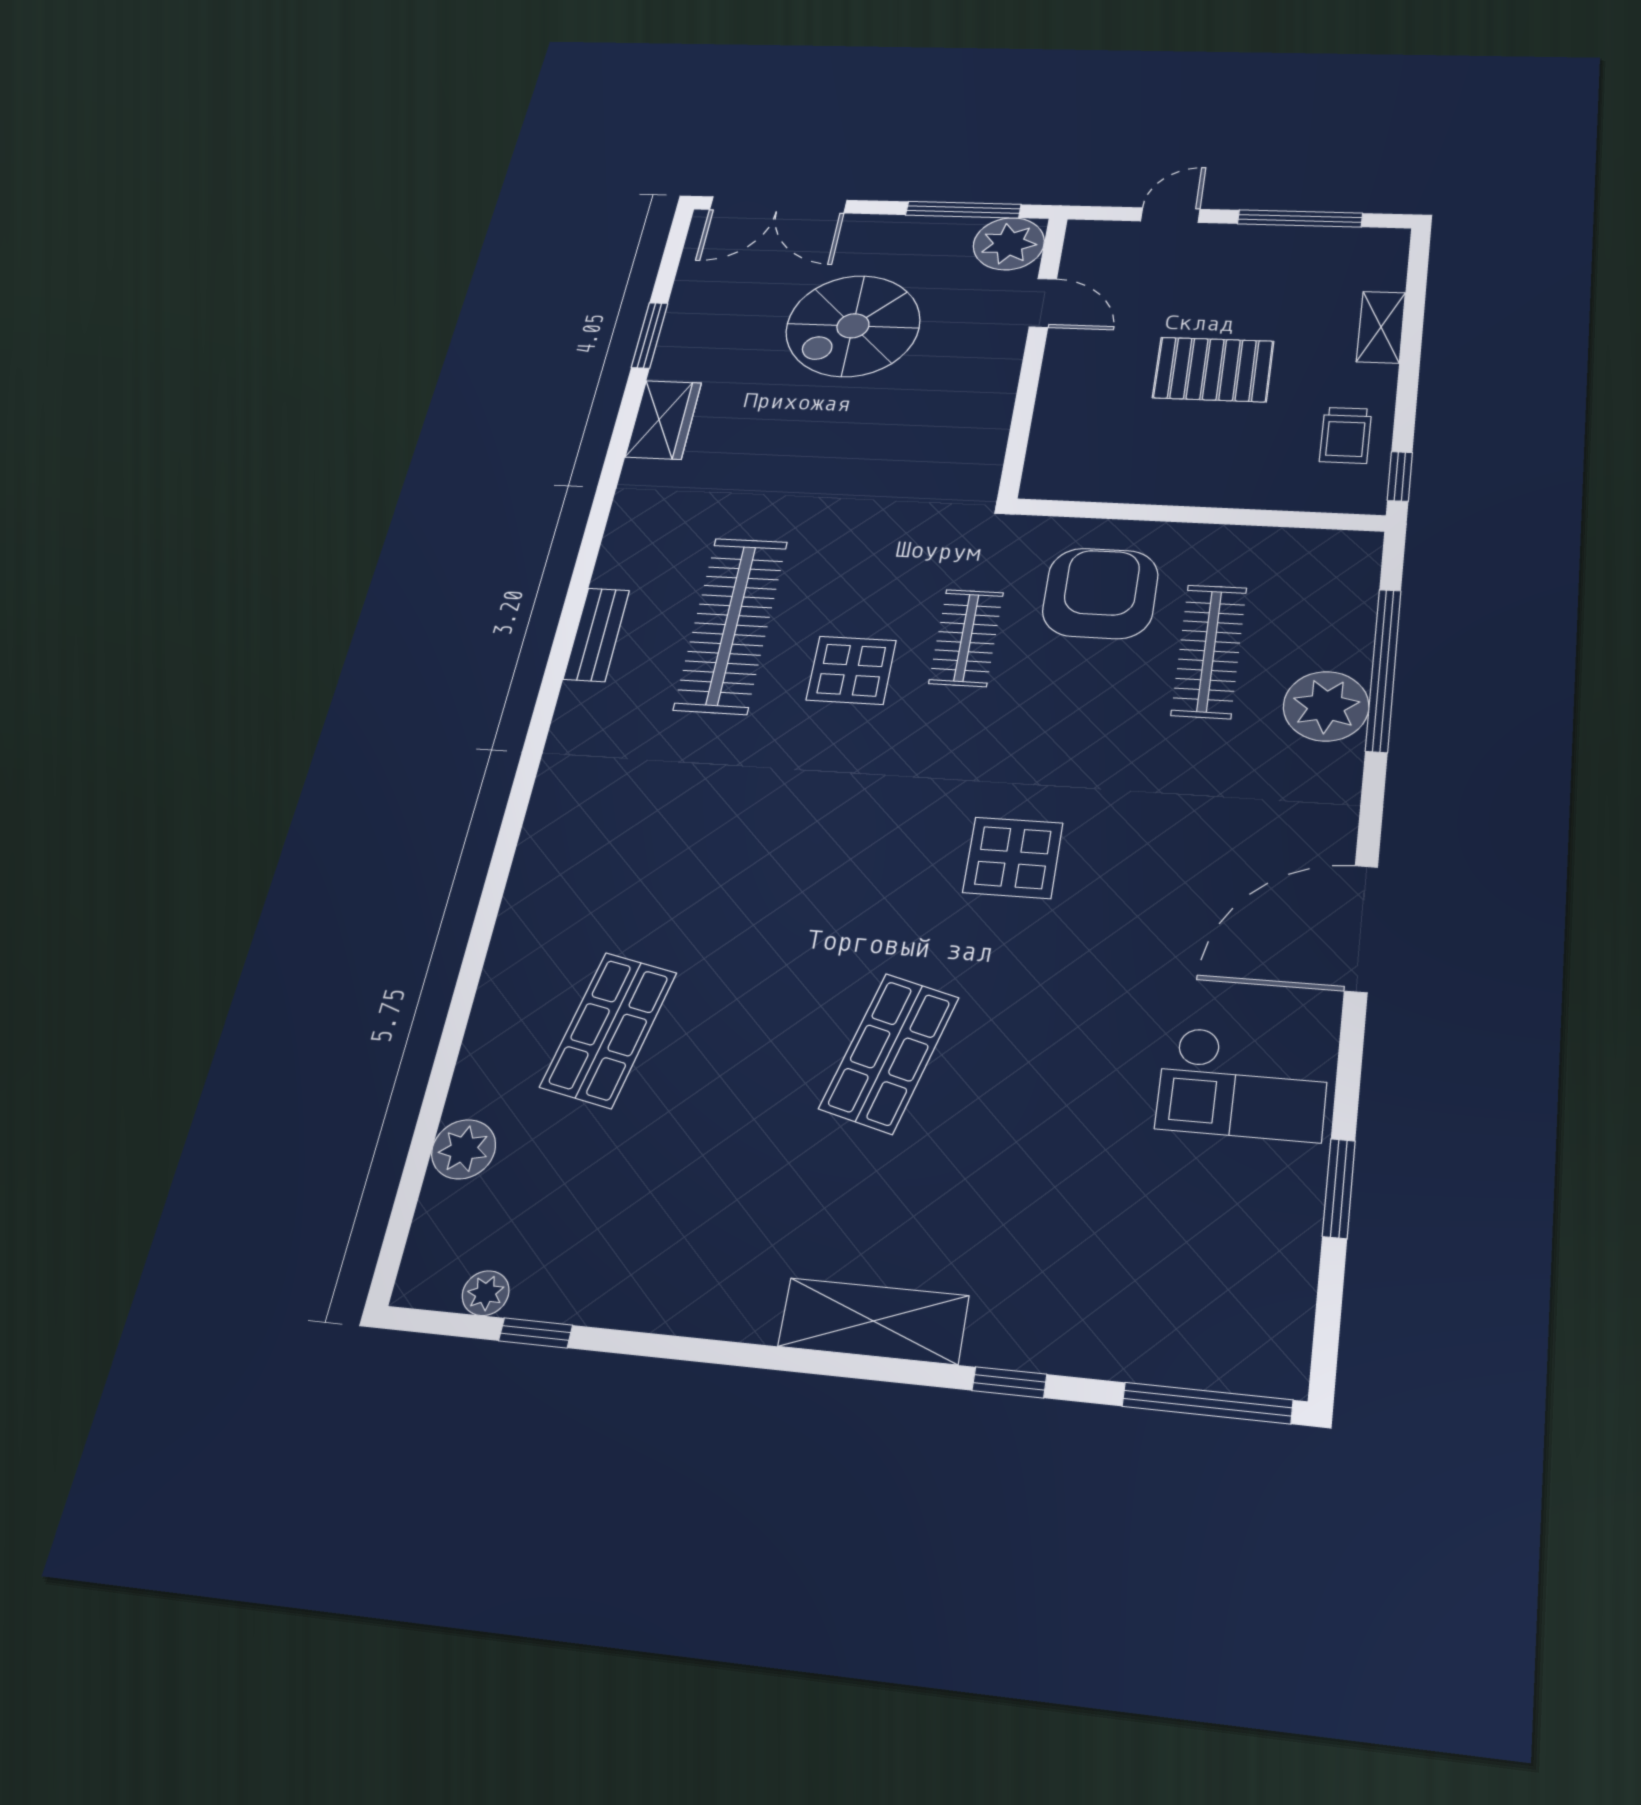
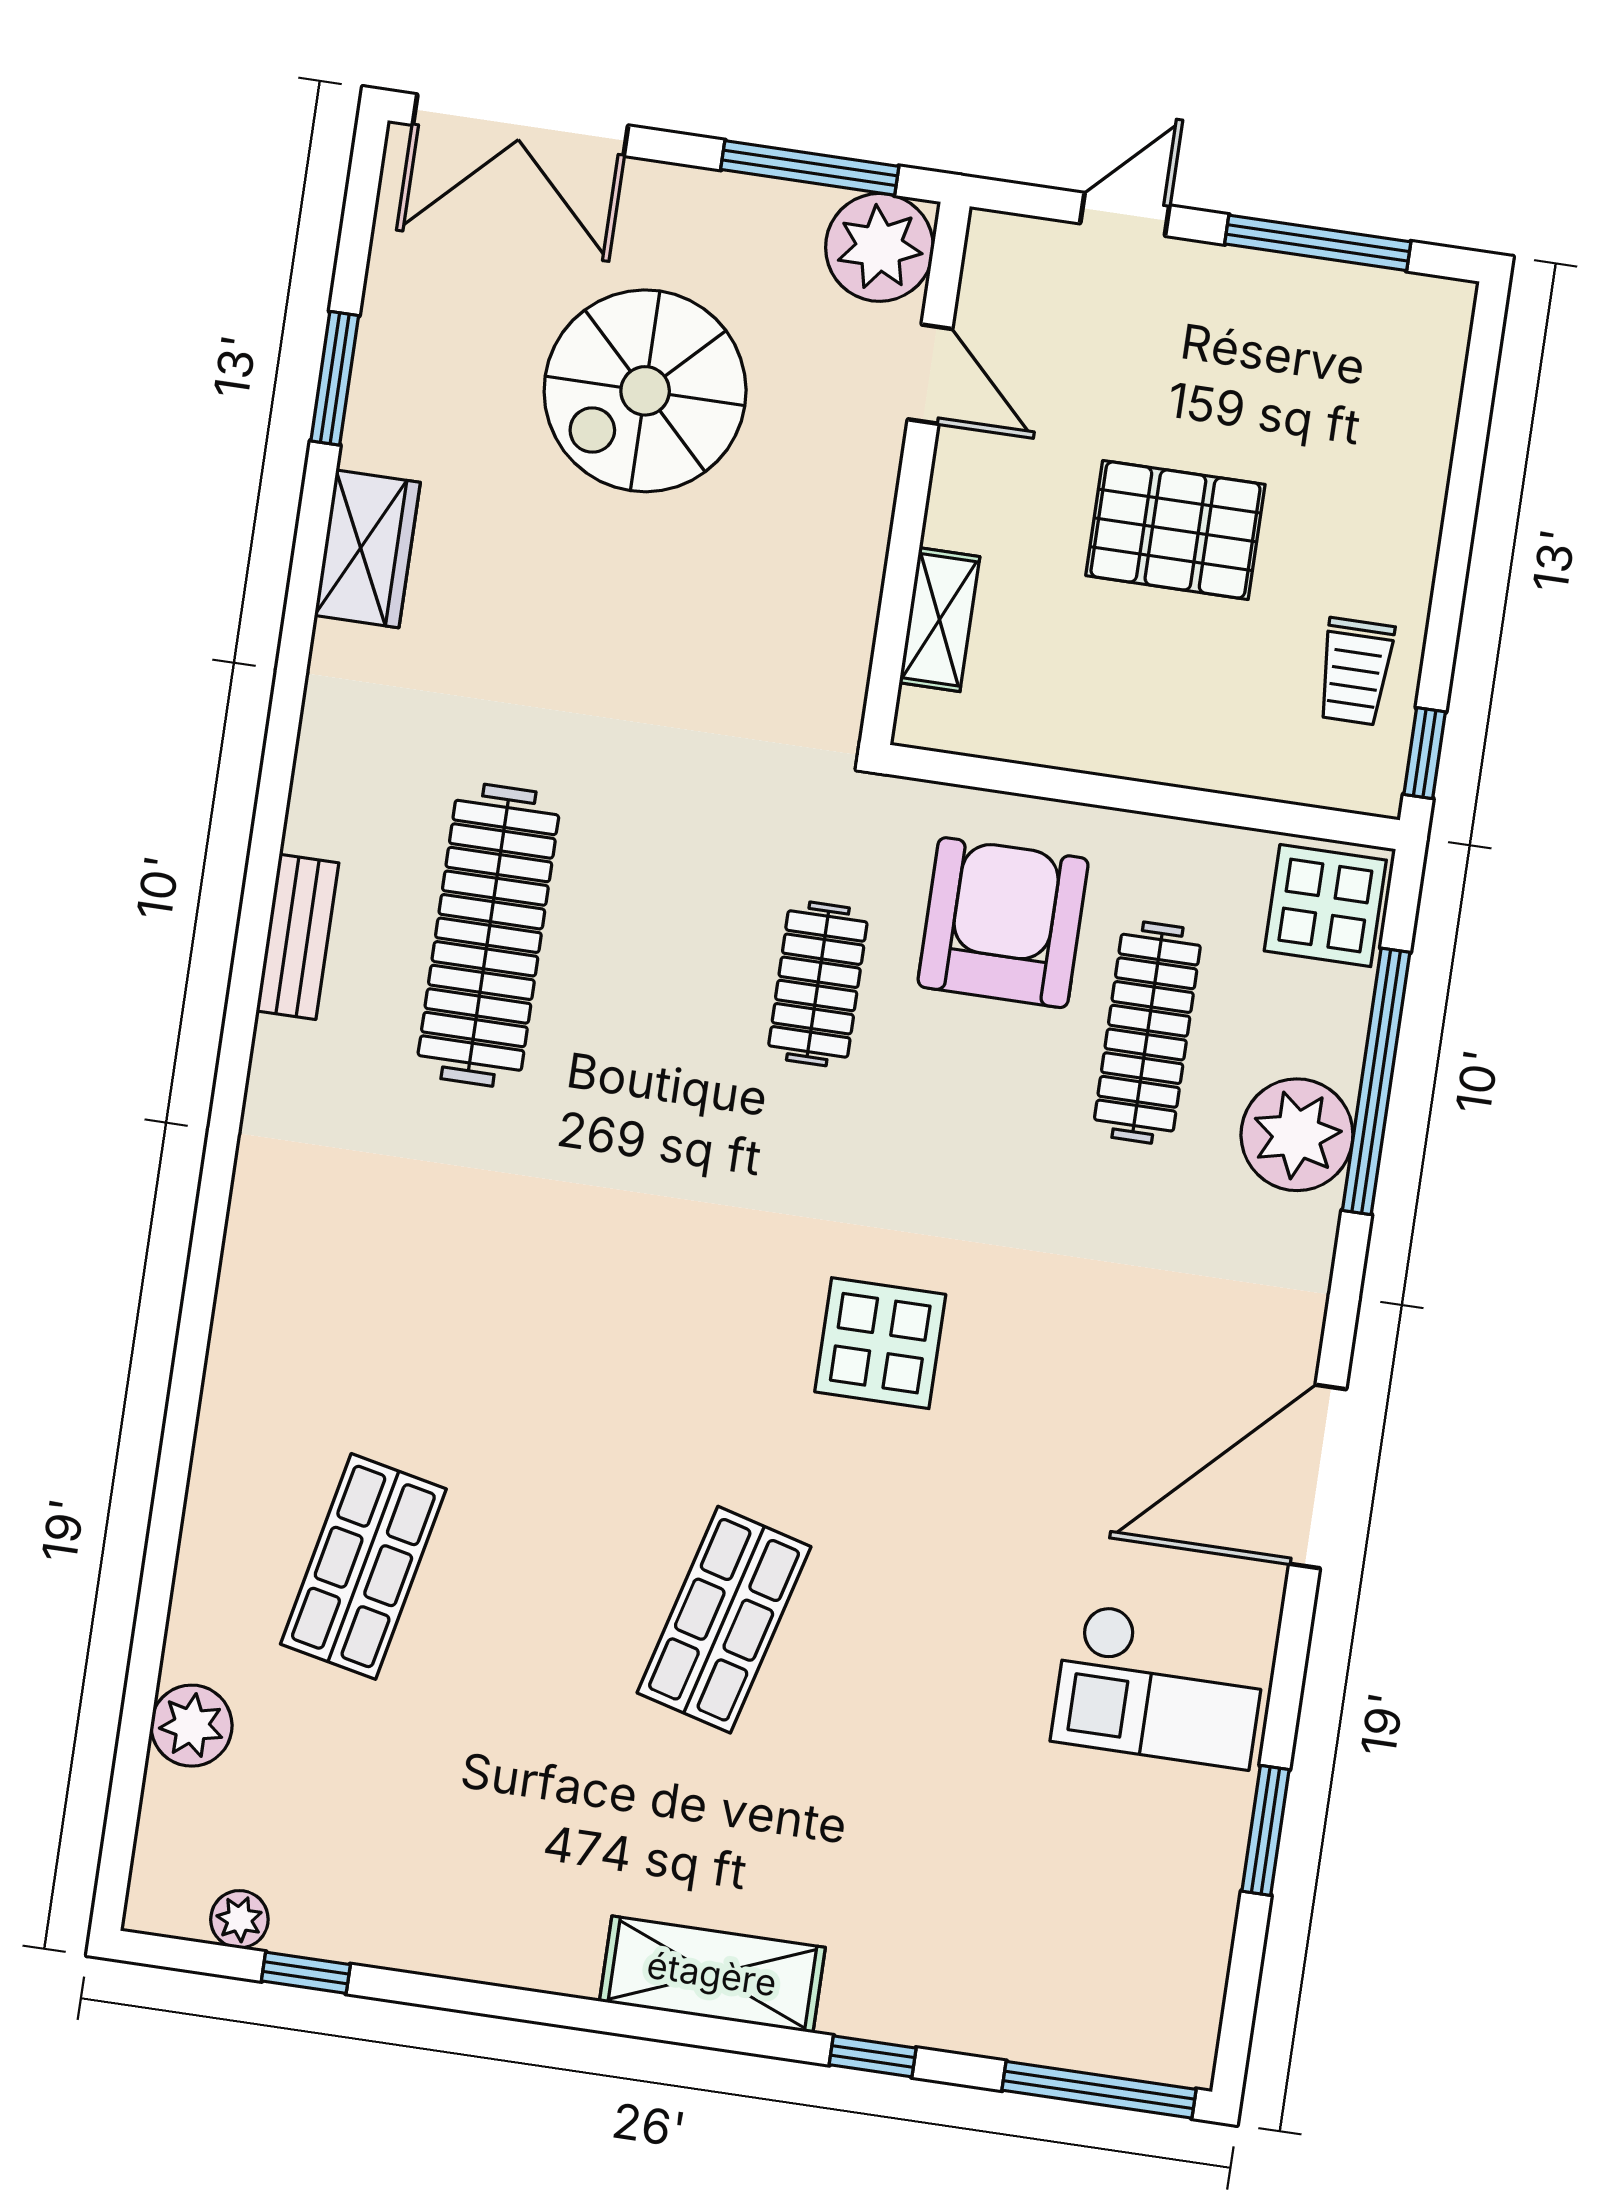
shelving: (1381, 327) -> (939, 620), moved
display table: (851, 670) -> (1325, 906), moved

